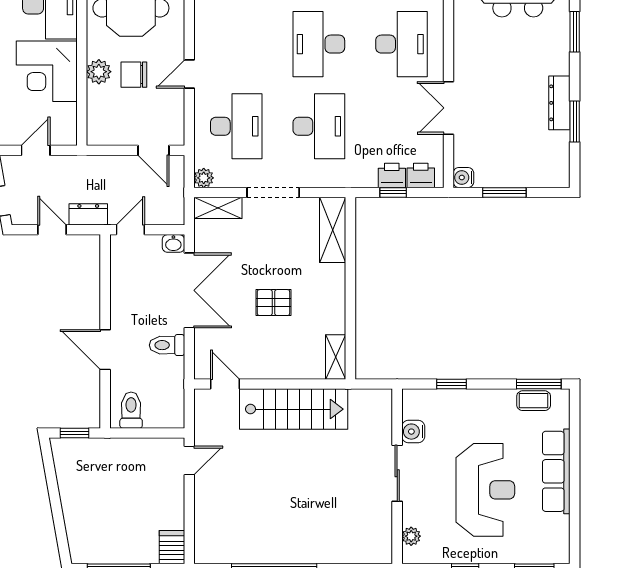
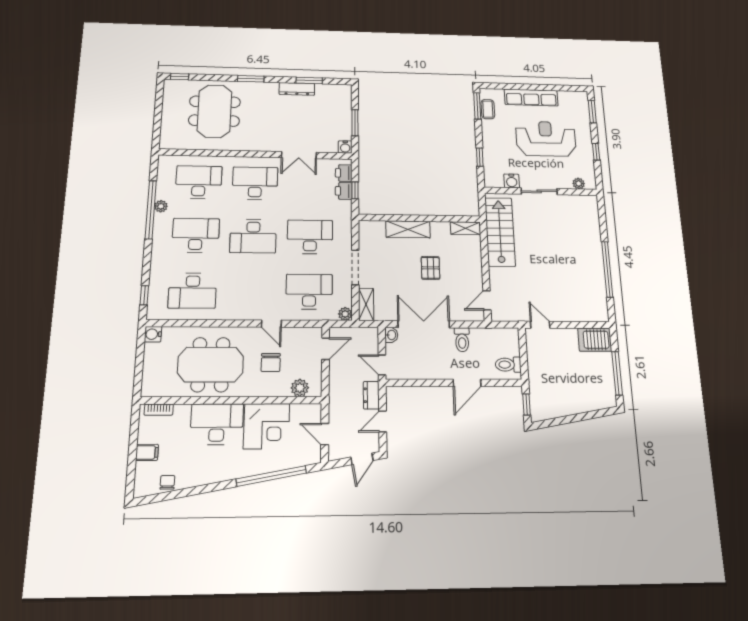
plant: (99, 72) -> (300, 388), moved
shelving: (333, 230) -> (408, 229), moved
stairs: (294, 409) -> (500, 232), moved
server rack: (172, 547) -> (595, 340), width x1.36, depth x1.44

